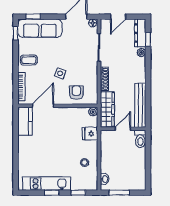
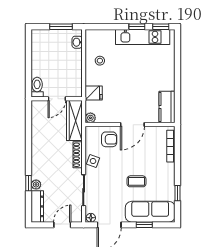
window: (33, 17) -> (144, 225), moved
window: (16, 33) -> (178, 193), moved
window: (148, 39) -> (28, 183), moved
coffee table: (29, 60) -> (136, 181), moved
side table: (60, 73) -> (93, 161), moved
armchair: (76, 93) -> (109, 139), turned -90
bench: (140, 105) -> (37, 125), removed
door: (43, 106) -> (132, 125), moved
window: (78, 193) -> (161, 27), moved

